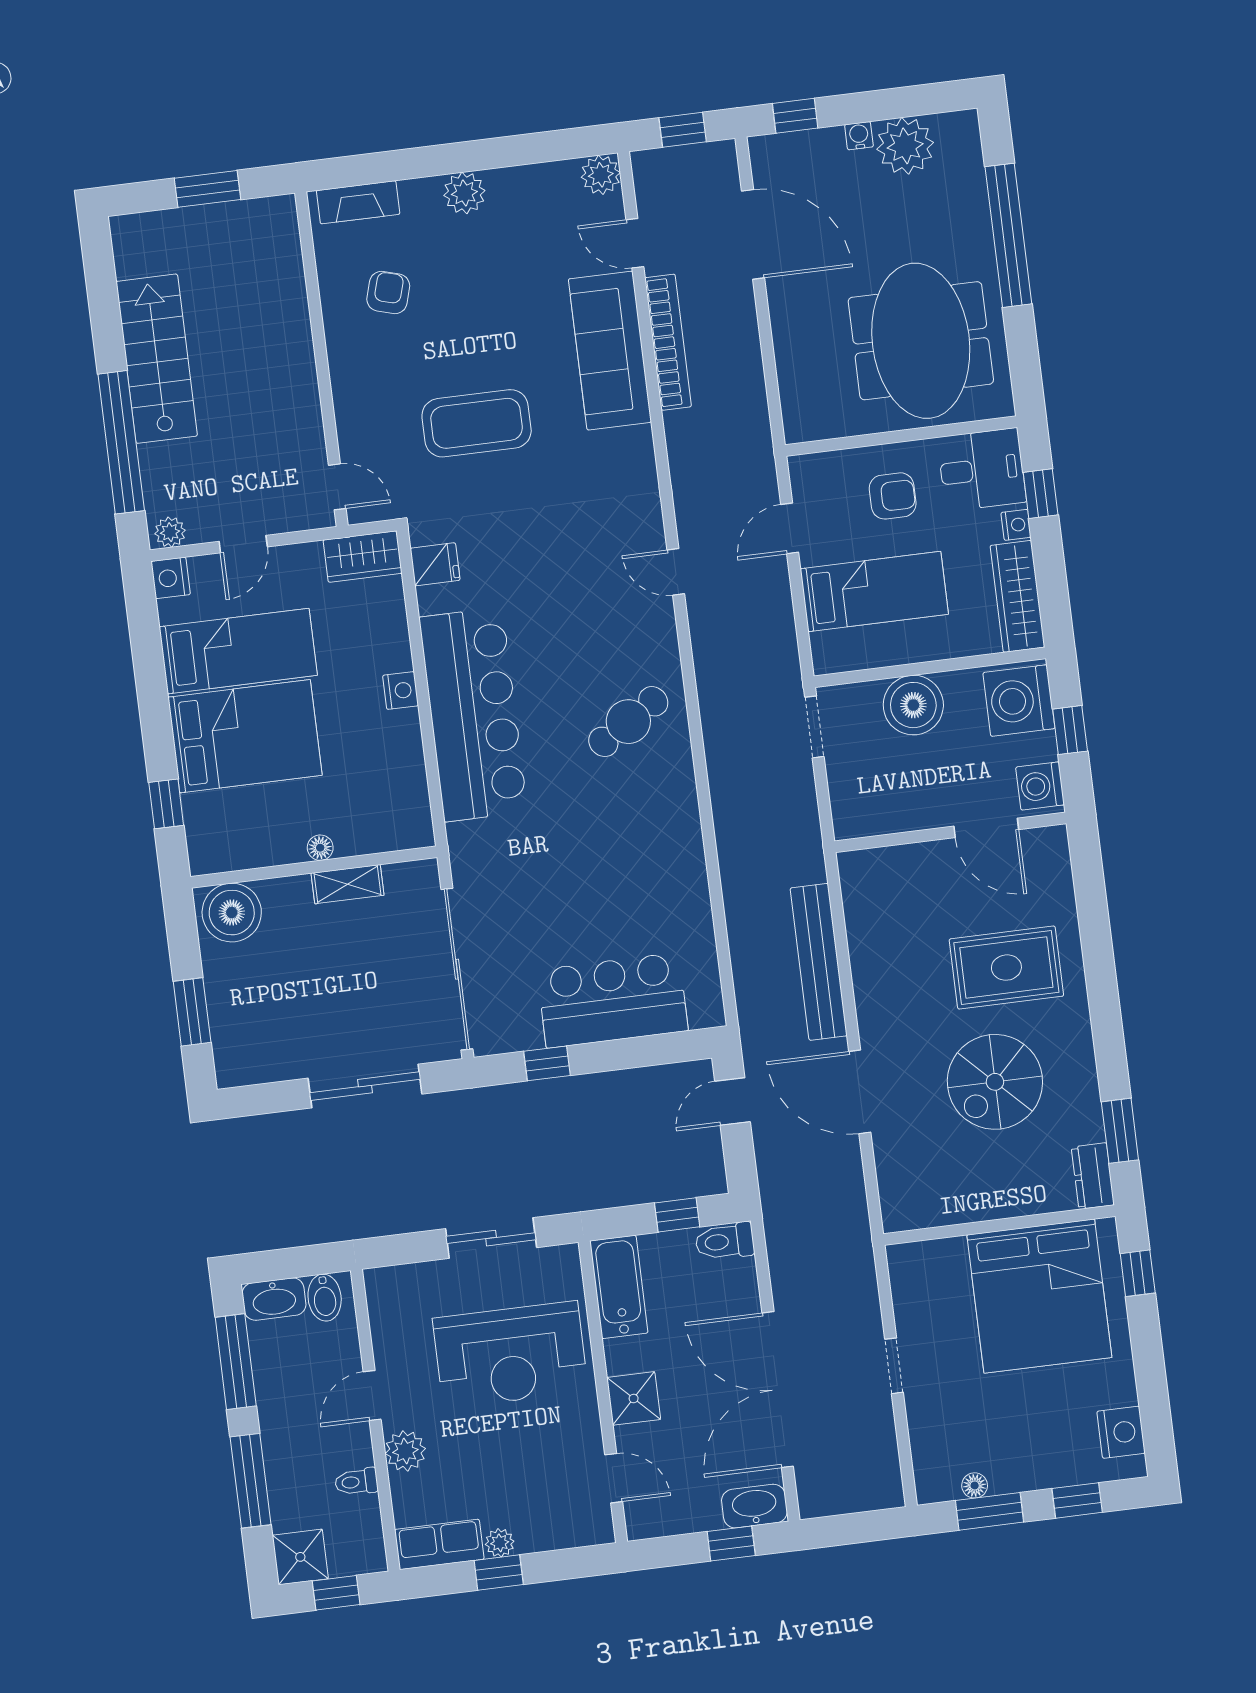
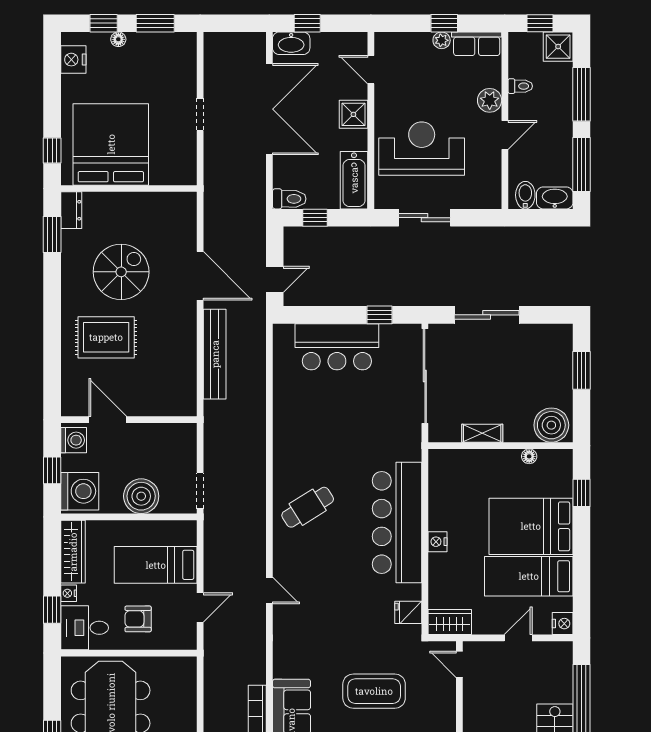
plant: (170, 532) -> (560, 650), removed
floor lamp: (320, 848) -> (529, 456), moved
floor lamp: (975, 1485) -> (118, 39), moved

